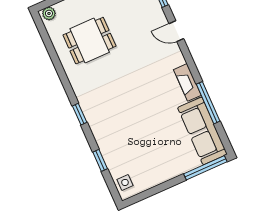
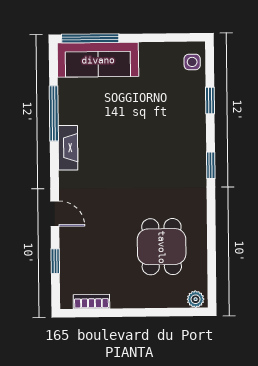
dining table: (90, 41) -> (162, 247), turned 90
sofa: (202, 131) -> (98, 60), moved, turned 90

